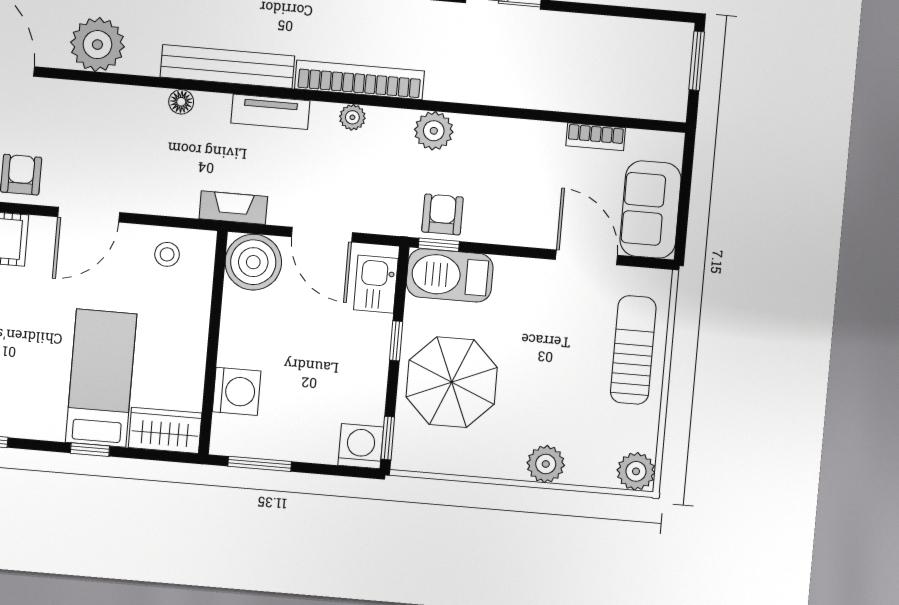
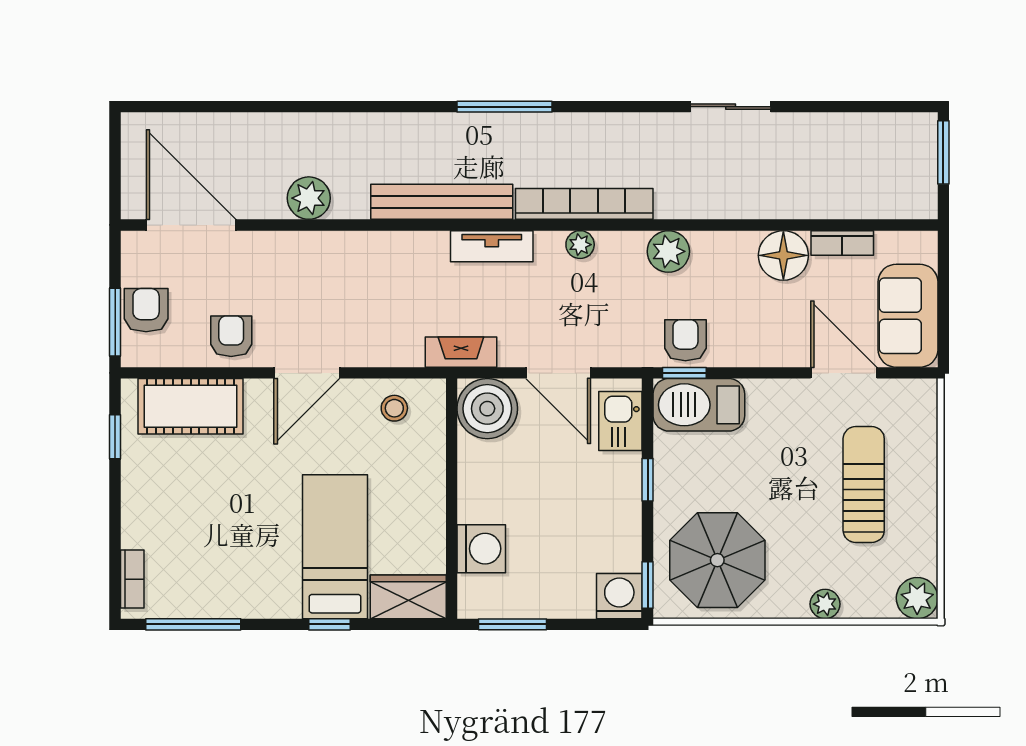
plant: (97, 45) -> (309, 198), width x0.73, depth x0.73
floor lamp: (181, 102) -> (783, 255), moved, width x1.89, depth x1.89
sun lounger: (633, 350) -> (864, 485), moved
parasol: (452, 382) -> (717, 560), moved
plant: (546, 464) -> (825, 604), width x0.73, depth x0.73

